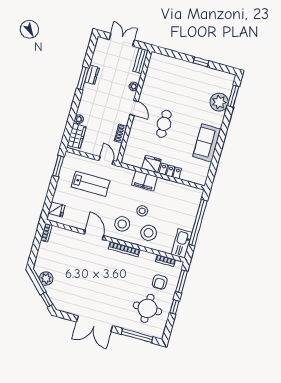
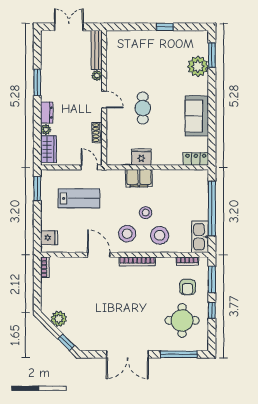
bench: (140, 61) -> (97, 50), width x1.36
dresser: (92, 75) -> (47, 113), moved
locker: (170, 171) -> (196, 159), moved

